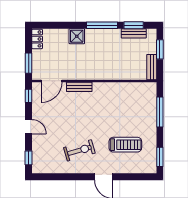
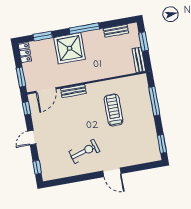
window: (134, 25) -> (43, 36), moved
shower: (77, 36) -> (70, 48), width x1.86, depth x1.86
door: (29, 127) -> (32, 138), swing flipped
treadmill: (125, 145) -> (113, 110), moved, turned -90

